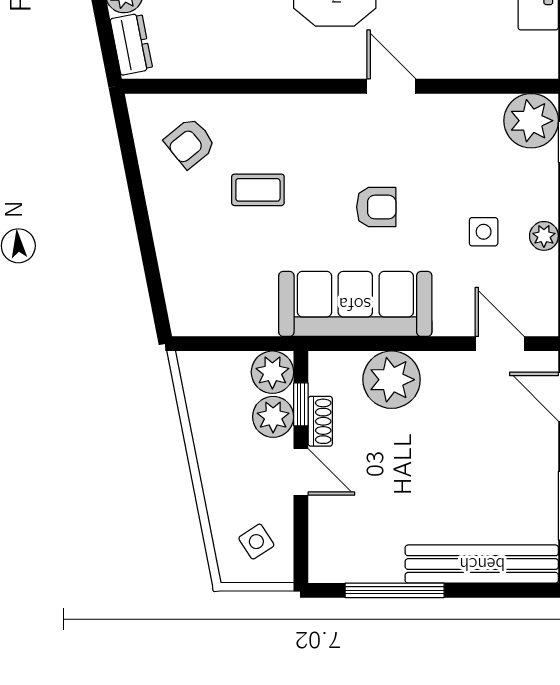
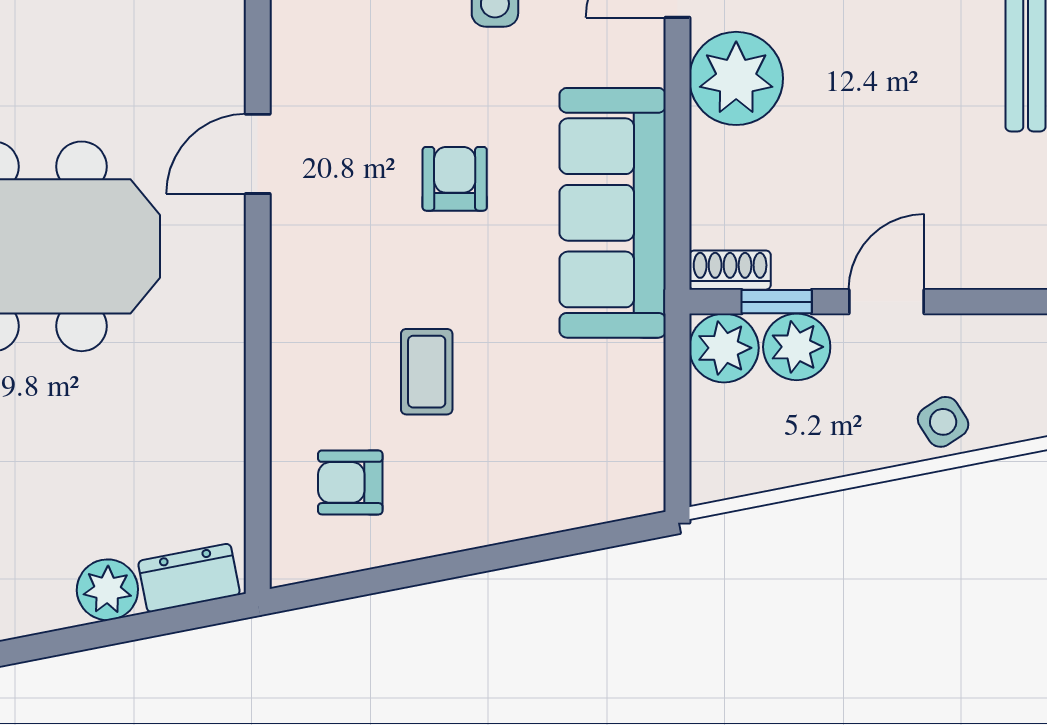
armchair: (190, 143) -> (350, 482), turned 129
plant: (392, 380) -> (736, 78), moved
shoe rack: (320, 421) -> (730, 270), moved
side table: (256, 542) -> (943, 422), moved

